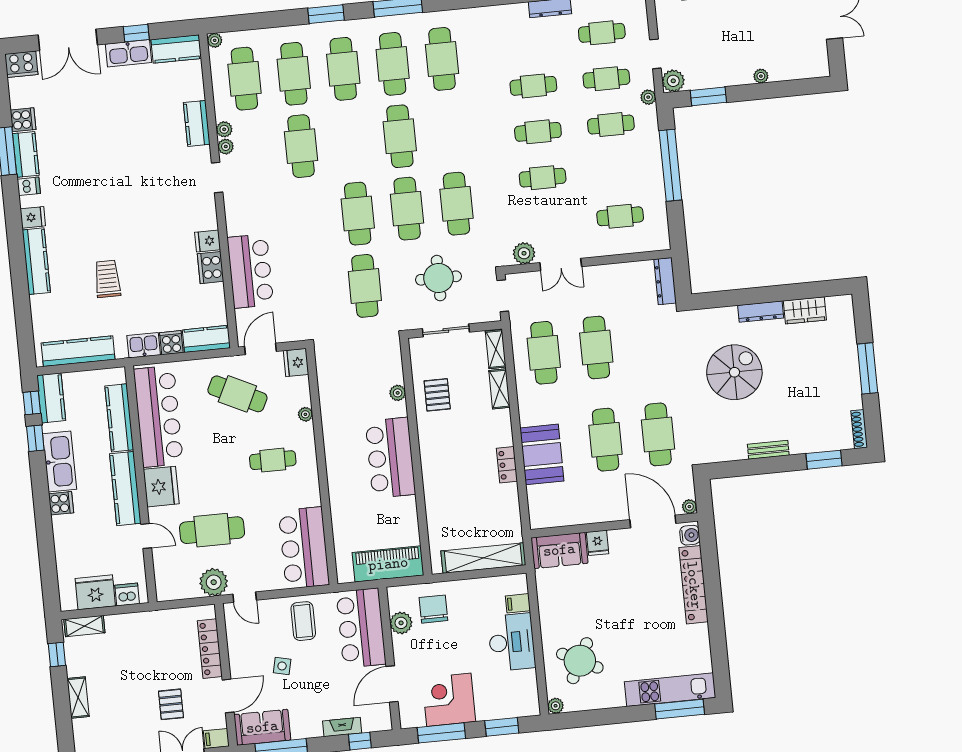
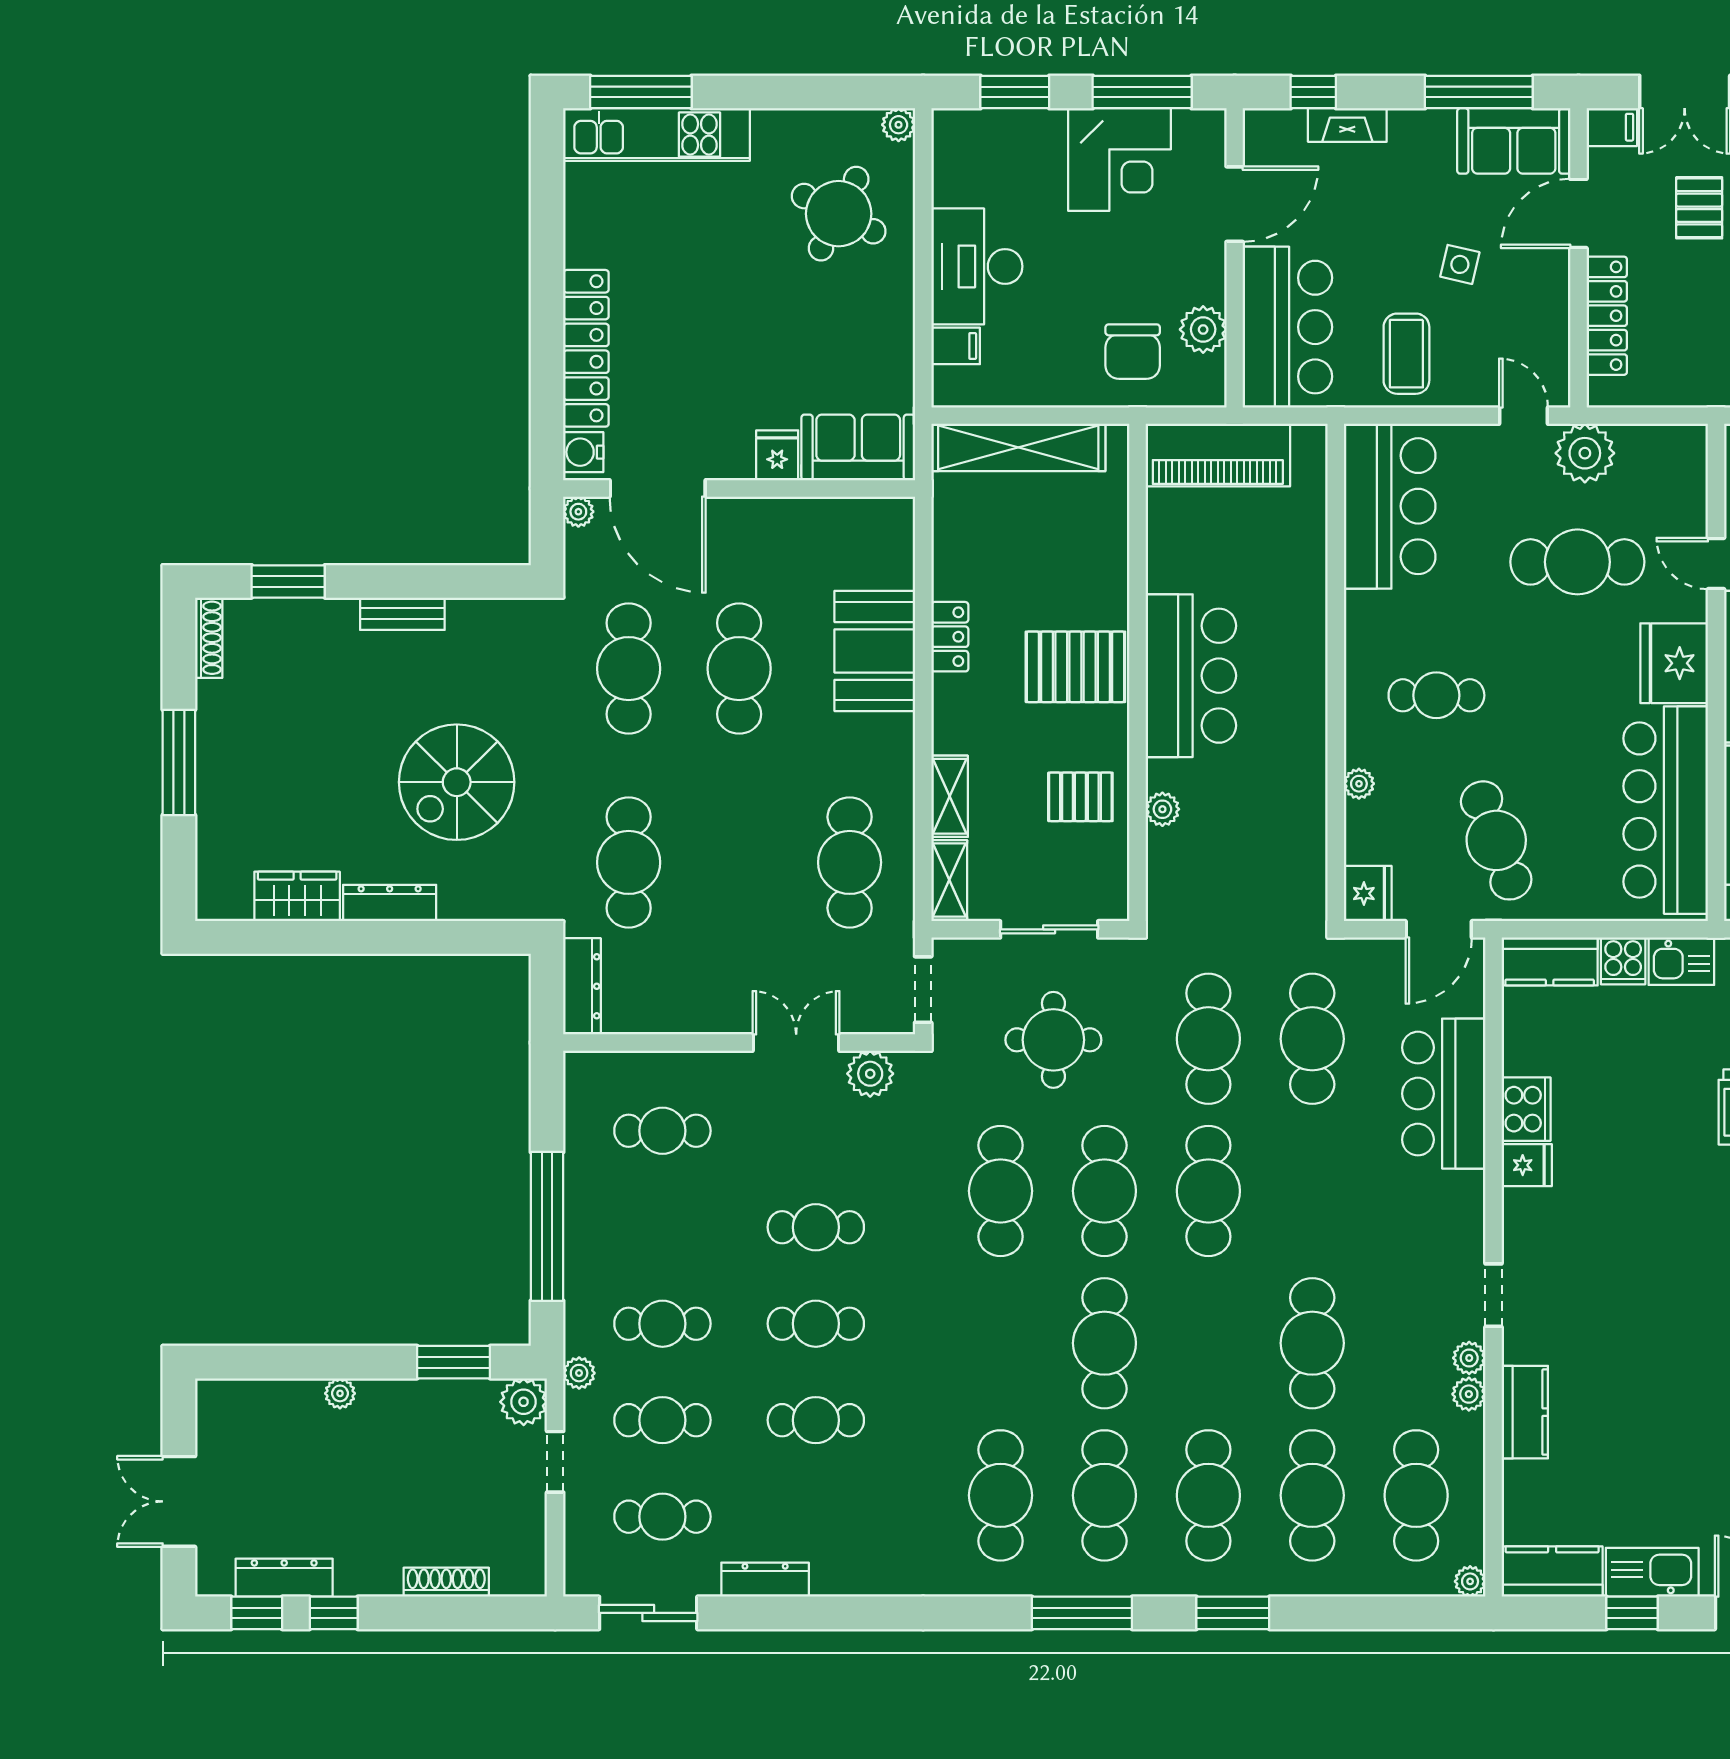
cafe table: (315, 291) -> (1312, 1039), added
cafe table: (596, 347) -> (629, 862), moved
cafe table: (237, 394) -> (1496, 840), turned 44
pallet: (437, 395) -> (1080, 797), turned 90
pallet: (446, 456) -> (1075, 667), added

